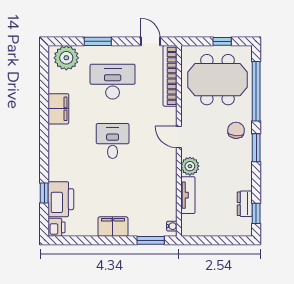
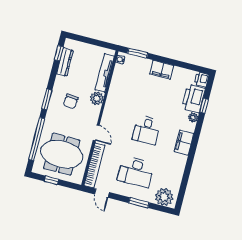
filing cabinet: (58, 109) -> (184, 142), moved
chair: (236, 130) -> (71, 101), moved
door: (179, 137) -> (96, 133), moved
plant: (55, 174) -> (193, 117), added
tv unit: (188, 195) -> (105, 73), width x1.41
dresser: (245, 204) -> (65, 62), width x1.44

